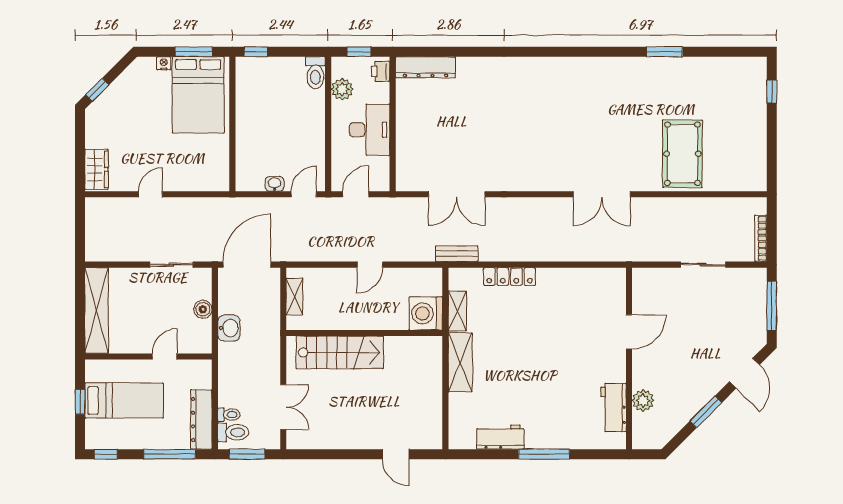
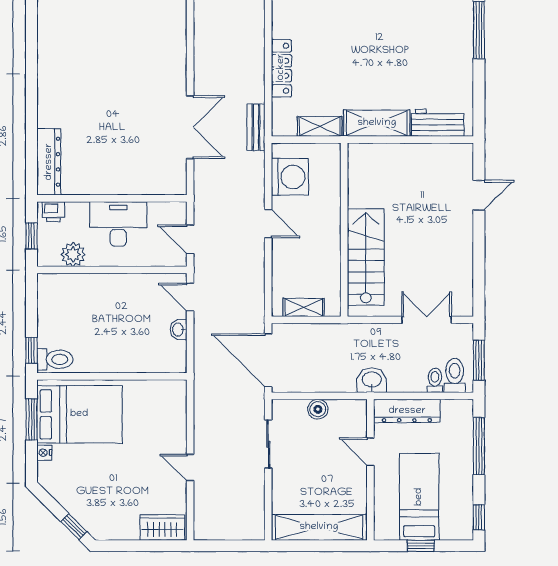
toilet: (315, 73) -> (55, 359), moved
washing machine: (426, 313) -> (290, 177), moved, turned -90
washbasin: (229, 328) -> (372, 380), moved
dresser: (201, 420) -> (407, 411), moved
workbench: (500, 437) -> (438, 123), moved, turned 90

